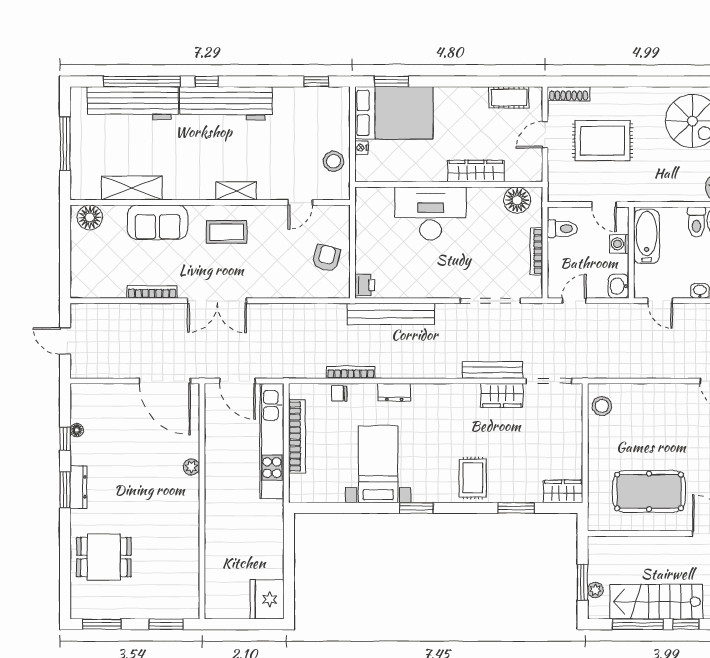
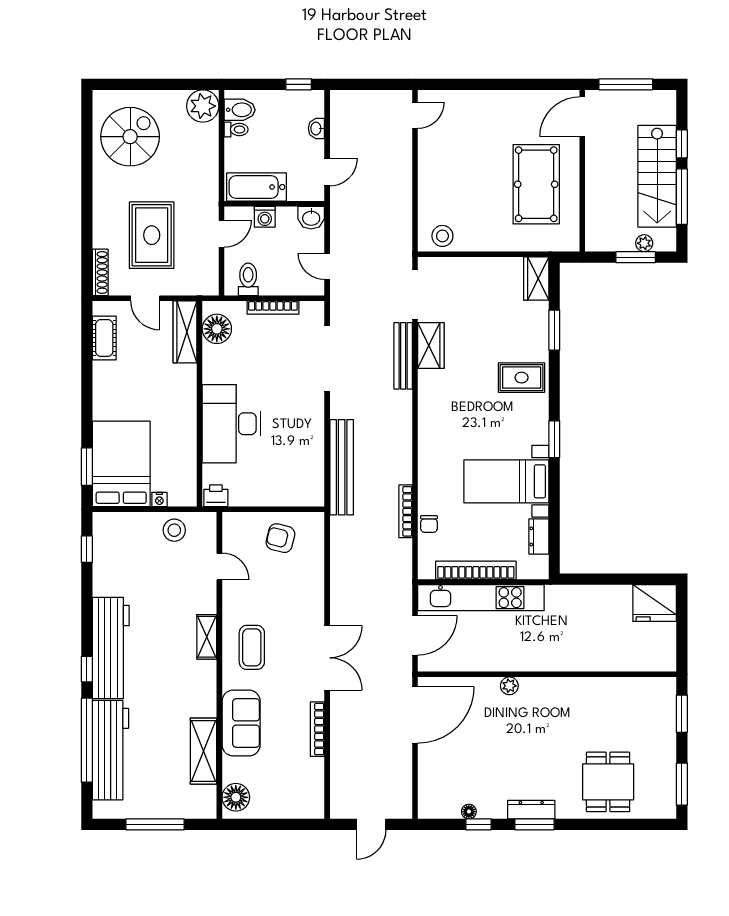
wardrobe: (476, 171) -> (185, 332), moved
toilet: (696, 222) -> (236, 130), width x0.73, depth x0.72
printer: (365, 285) -> (216, 496), moved
dresser: (394, 392) -> (539, 536), moved, turned 180

